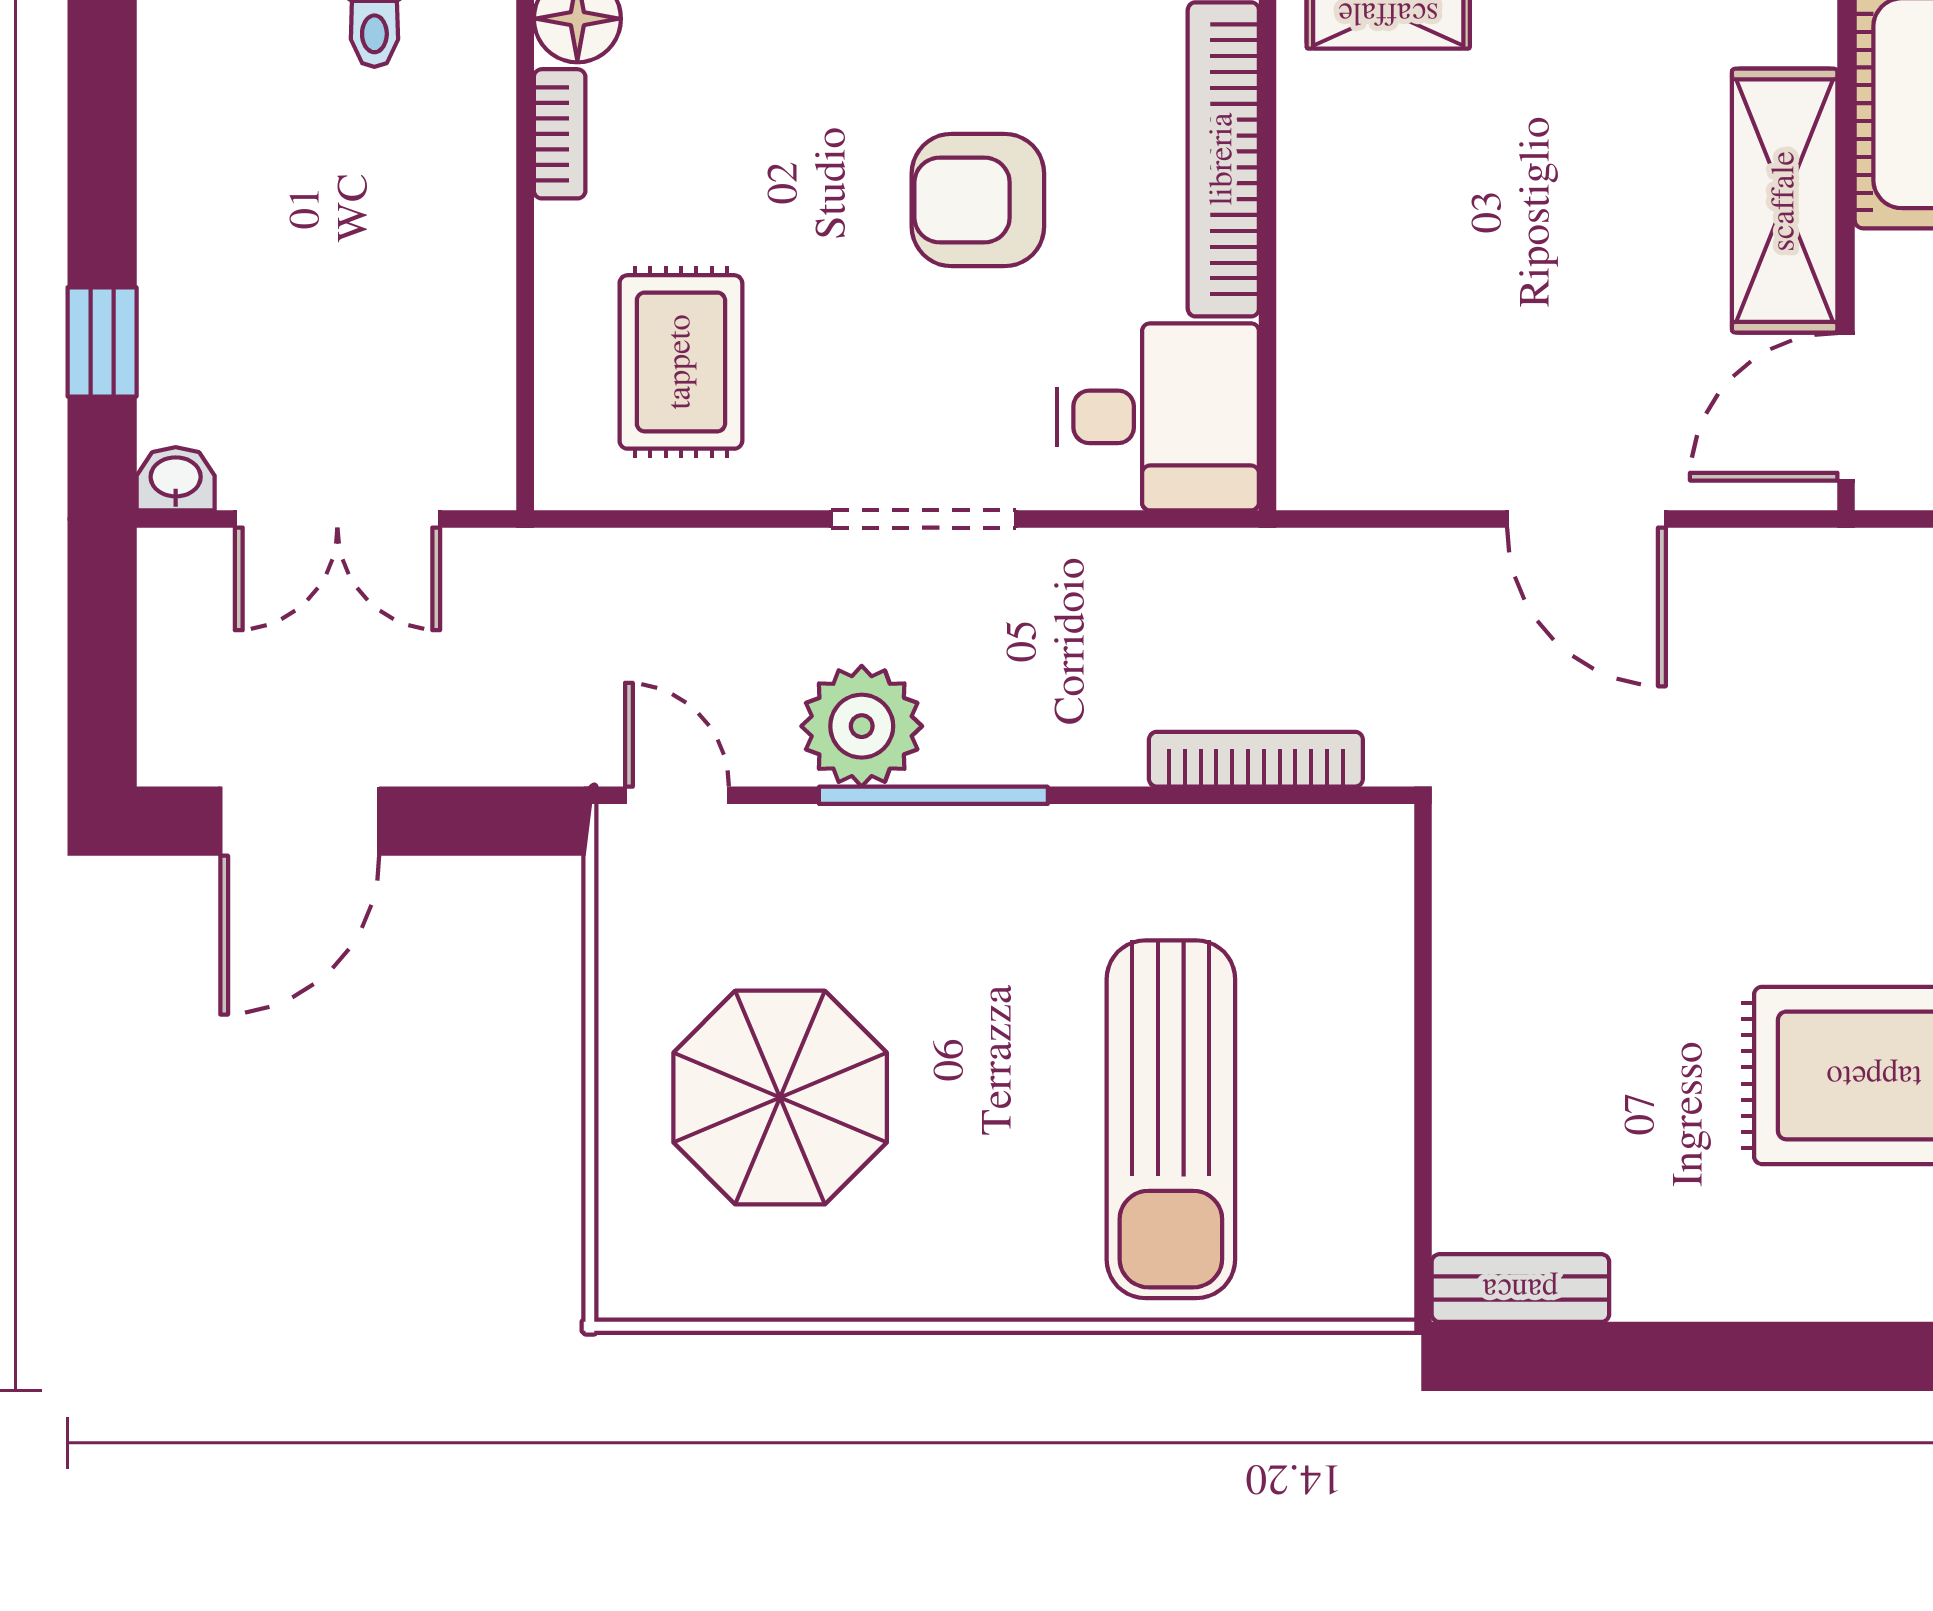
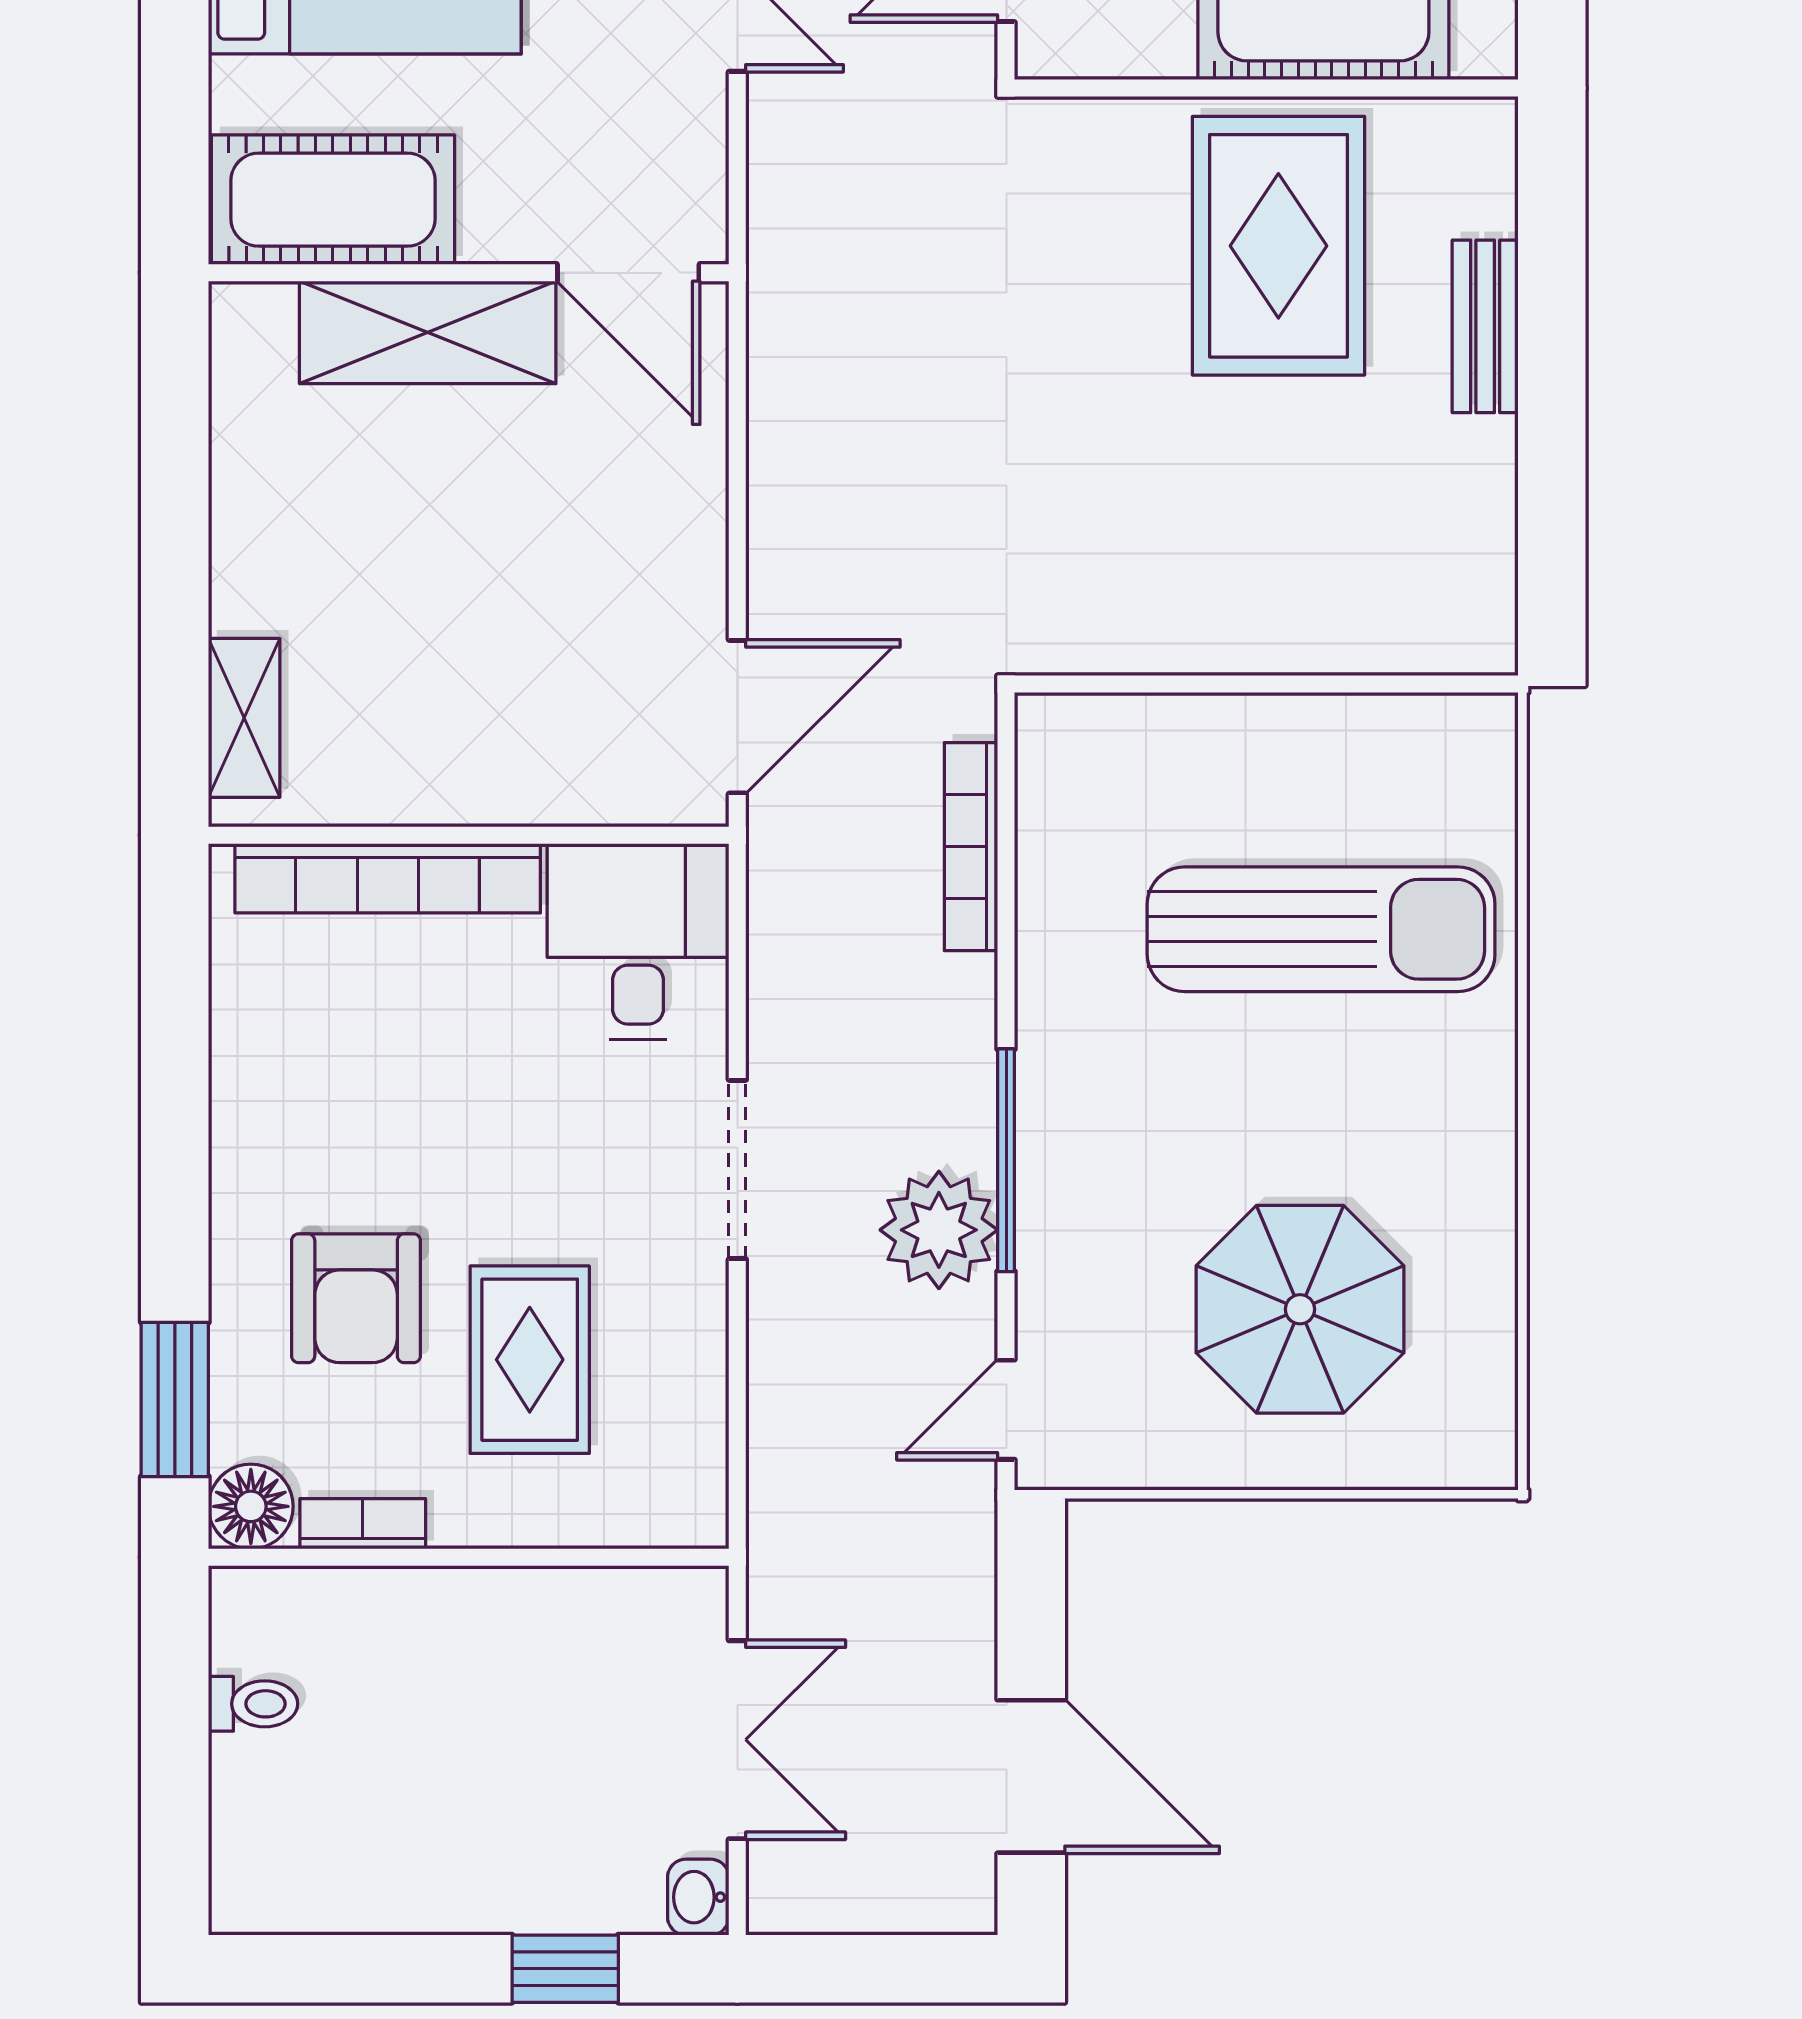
armchair: (978, 200) -> (356, 1298), moved
rug: (681, 362) -> (530, 1360), moved, turned 90
door: (1586, 519) -> (737, 717), moved
bench: (1520, 1288) -> (1485, 326), moved

